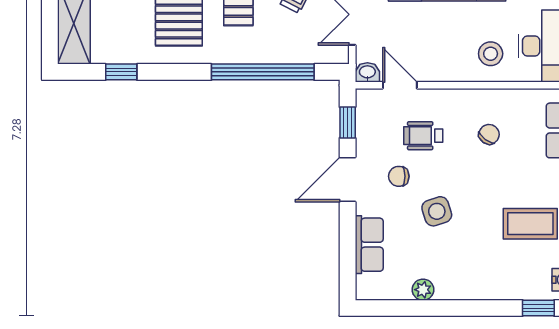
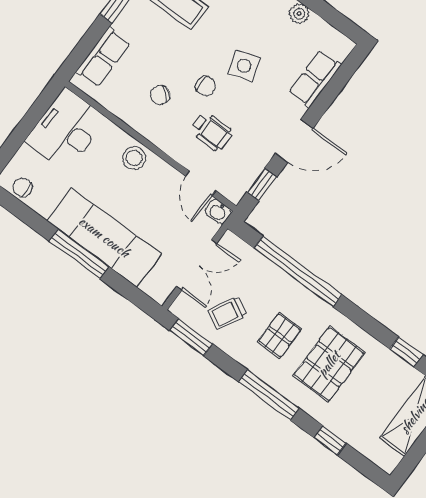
stool: (491, 54) -> (134, 158), moved
chair: (399, 176) -> (206, 86), moved

